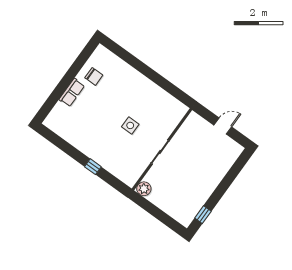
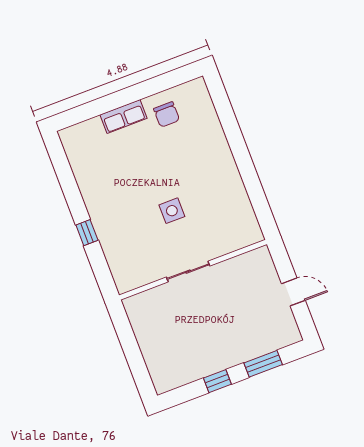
window: (232, 175) -> (263, 364), added
plant: (144, 189) -> (135, 306), removed
window: (203, 215) -> (217, 381), moved

